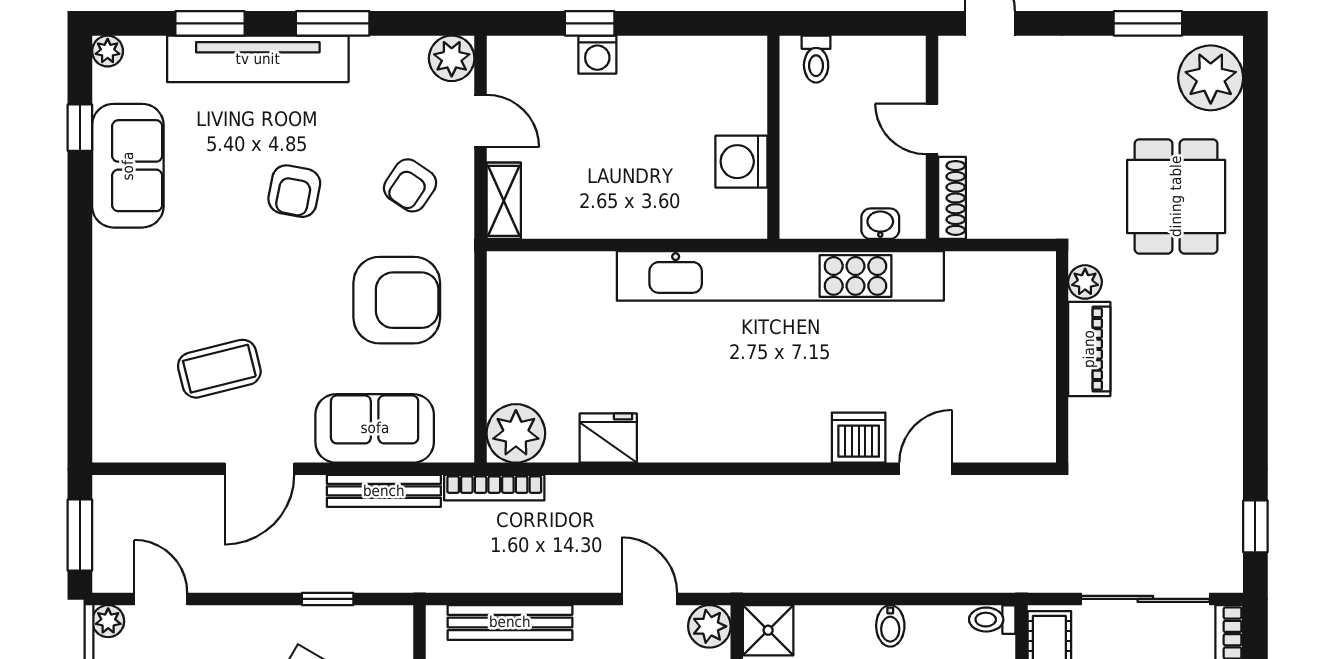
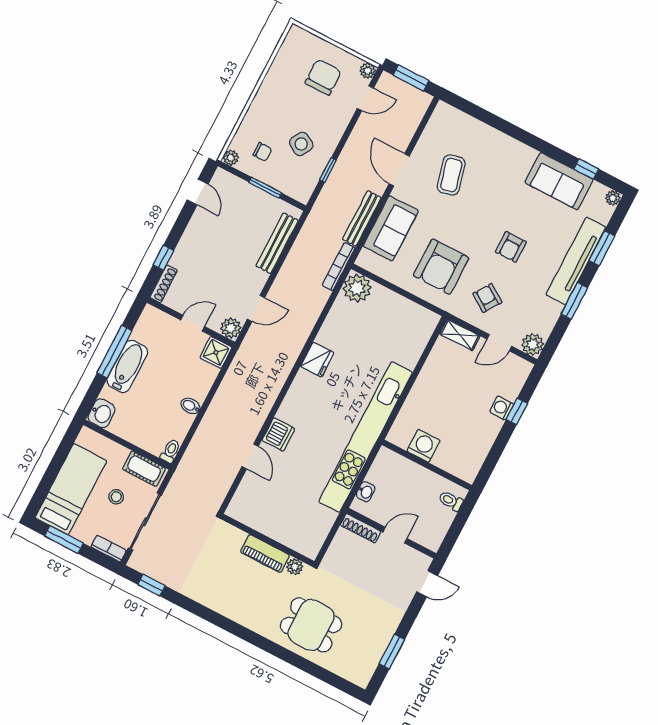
plant: (1211, 78) -> (354, 666), removed
armchair: (294, 191) -> (511, 247), turned -101
fridge: (608, 438) -> (317, 360), moved

